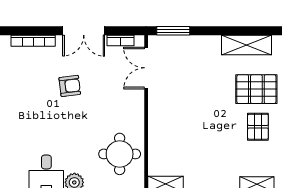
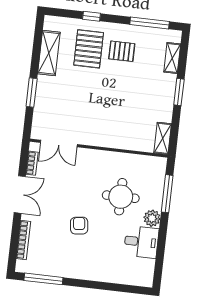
window: (173, 31) -> (32, 93), moved
armchair: (70, 86) -> (79, 226), moved
round table: (120, 154) -> (121, 197), moved

